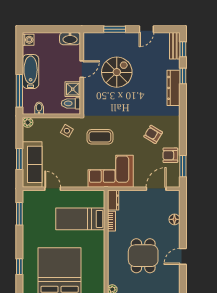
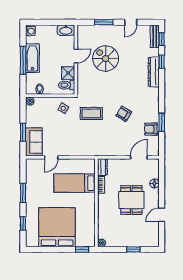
spiral stairs: (117, 72) -> (106, 59), turned -90
window: (19, 91) -> (23, 60), moved
armchair: (153, 134) -> (124, 114), moved
sofa: (32, 164) -> (34, 142), width x0.73
window: (183, 166) -> (162, 122), moved
corner sofa: (111, 171) -> (100, 143), removed
door: (53, 189) -> (51, 157), swing flipped
window: (19, 214) -> (23, 193), moved
dining table: (143, 256) -> (131, 200), moved

